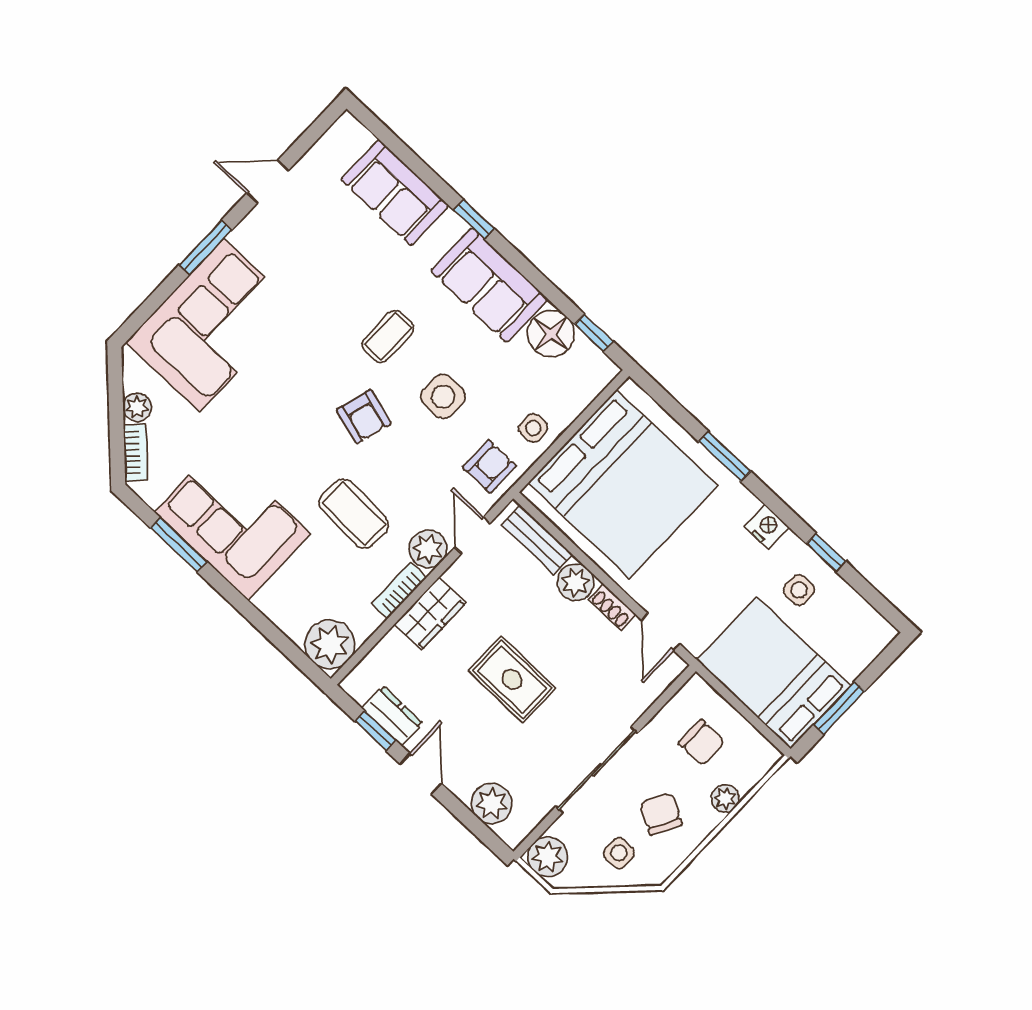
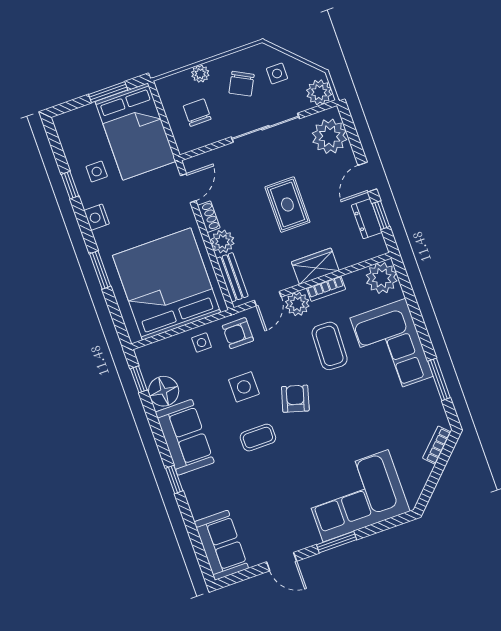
sofa: (395, 193) -> (221, 545), moved
plant: (137, 407) -> (423, 471), removed
corner sofa: (233, 523) -> (392, 347), moved
plant: (492, 804) -> (330, 136), width x1.36, depth x1.36

